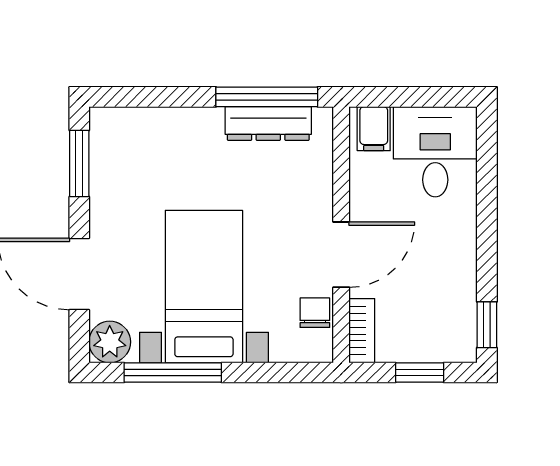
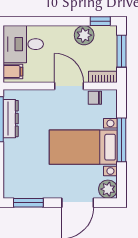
plant: (455, 289) -> (84, 35), added
window: (173, 373) -> (122, 140), moved
window: (420, 373) -> (122, 51), width x1.50

